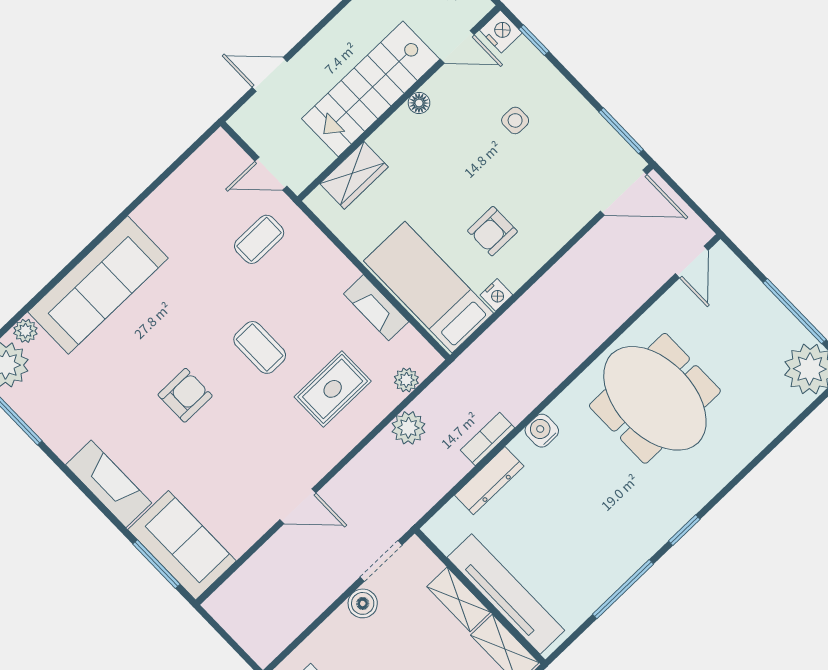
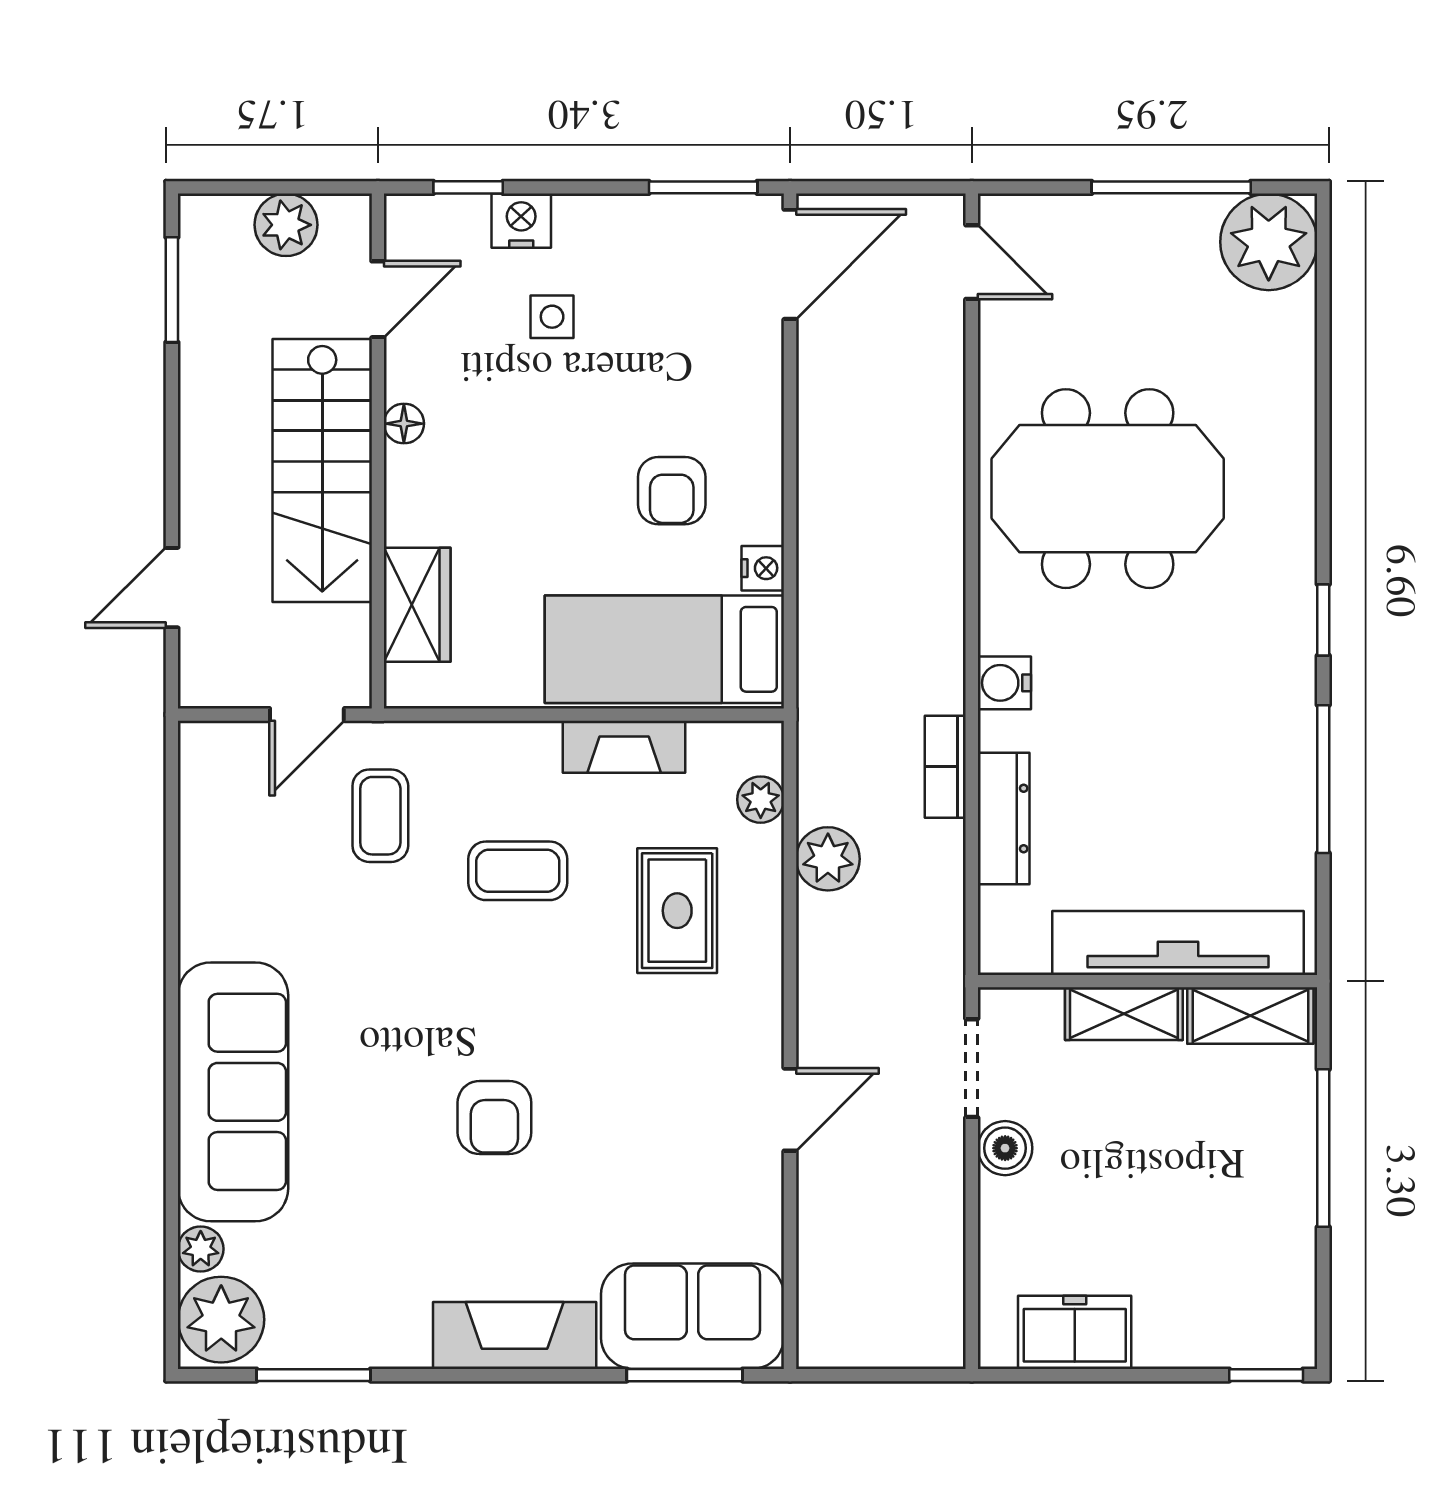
nightstand: (501, 31) -> (521, 221), moved
coffee table: (260, 347) -> (518, 871), moved
armchair: (185, 395) -> (494, 1117), turned 180

